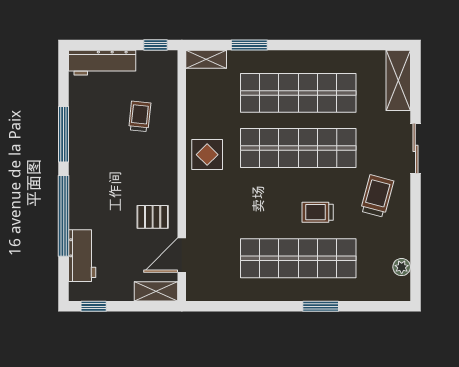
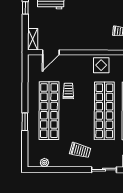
trolley: (318, 212) -> (68, 91), moved
pallet: (153, 217) -> (70, 38), removed
door: (182, 255) -> (51, 52), swing flipped

